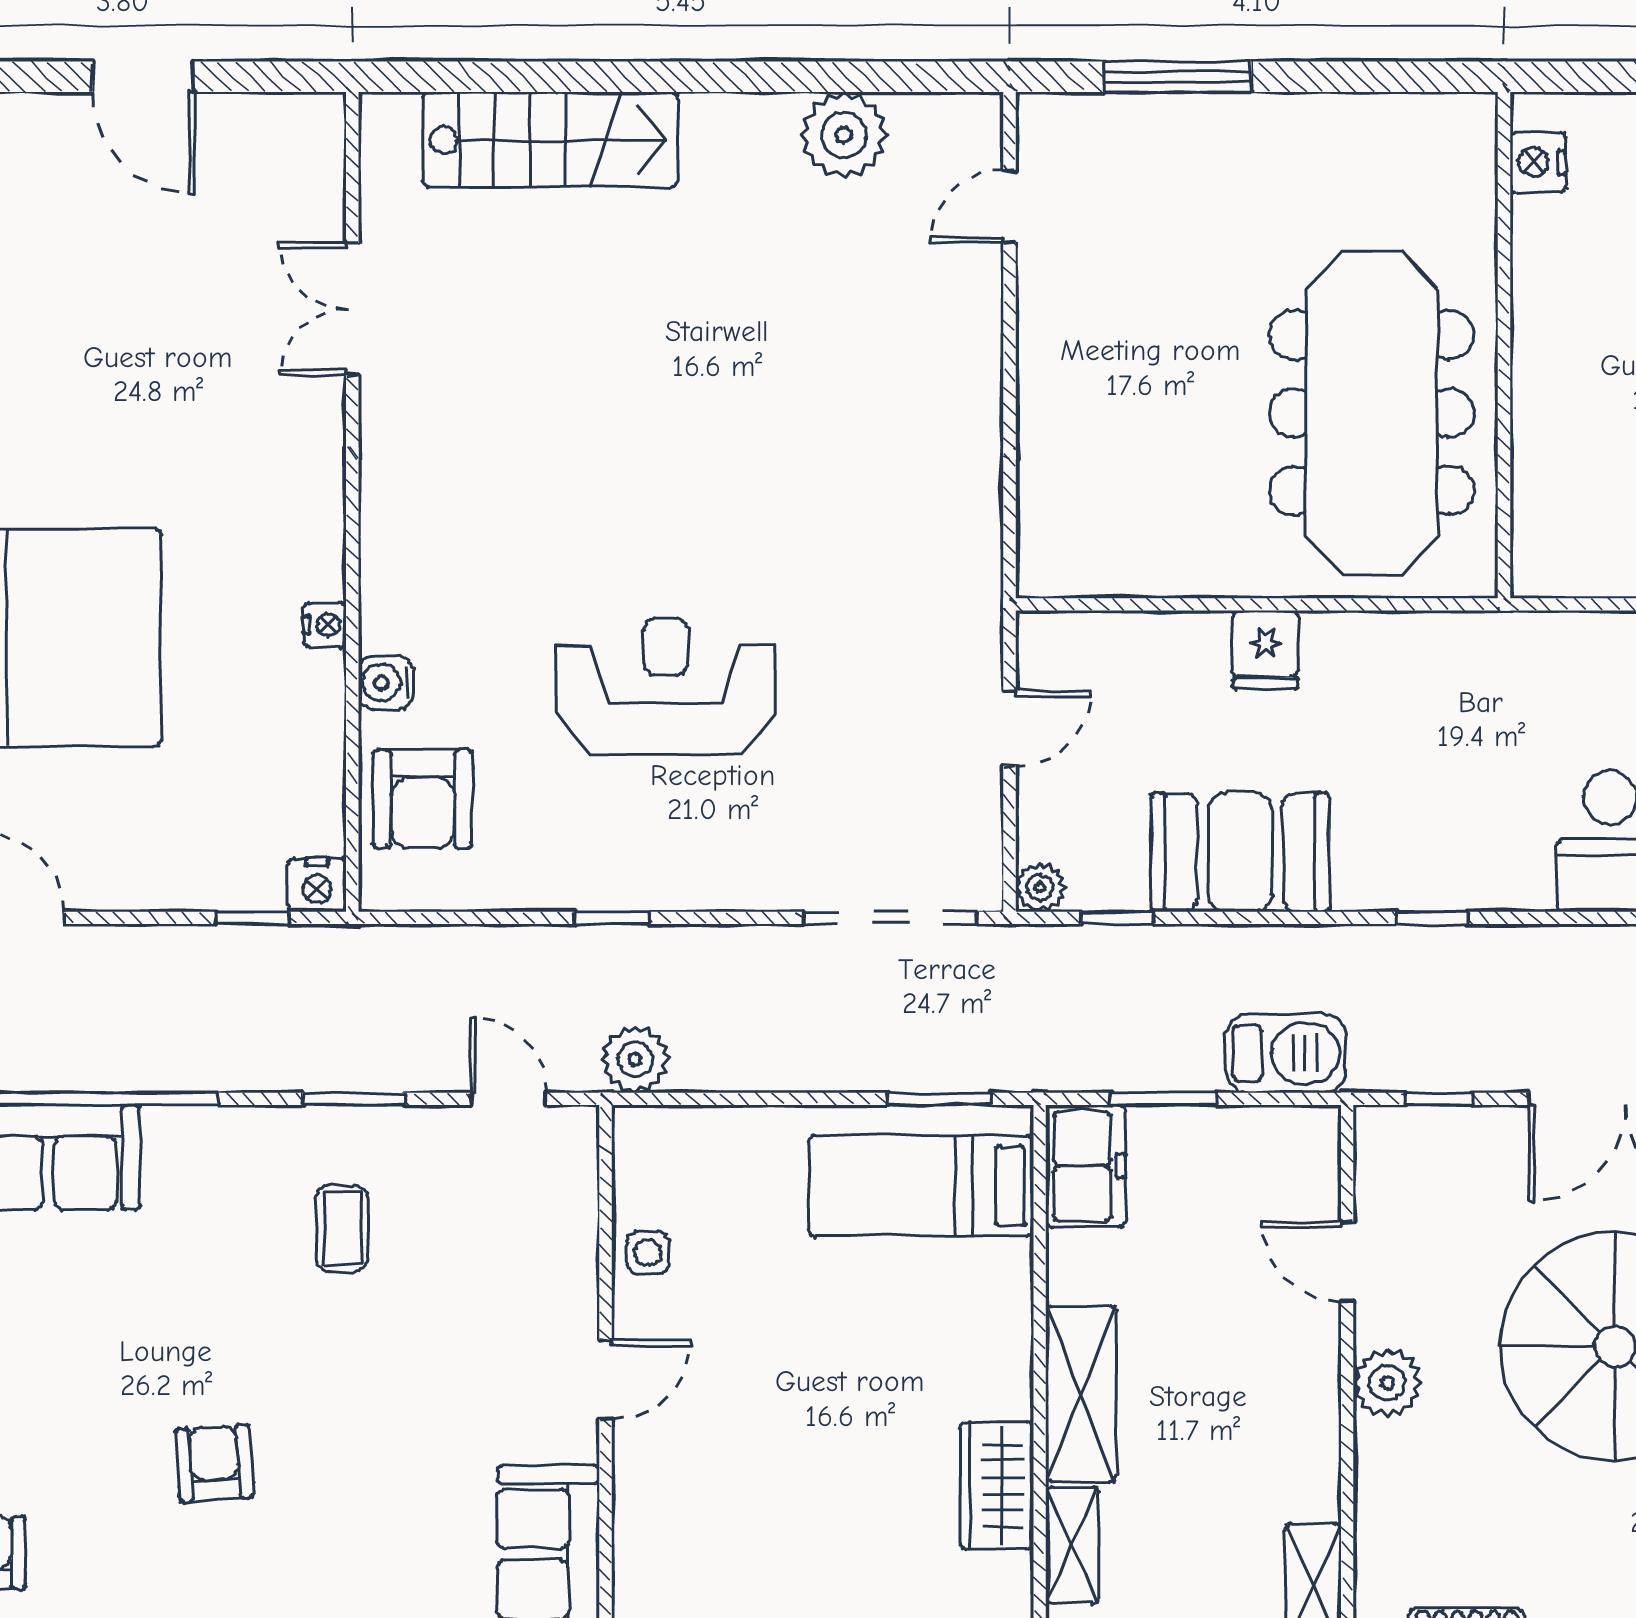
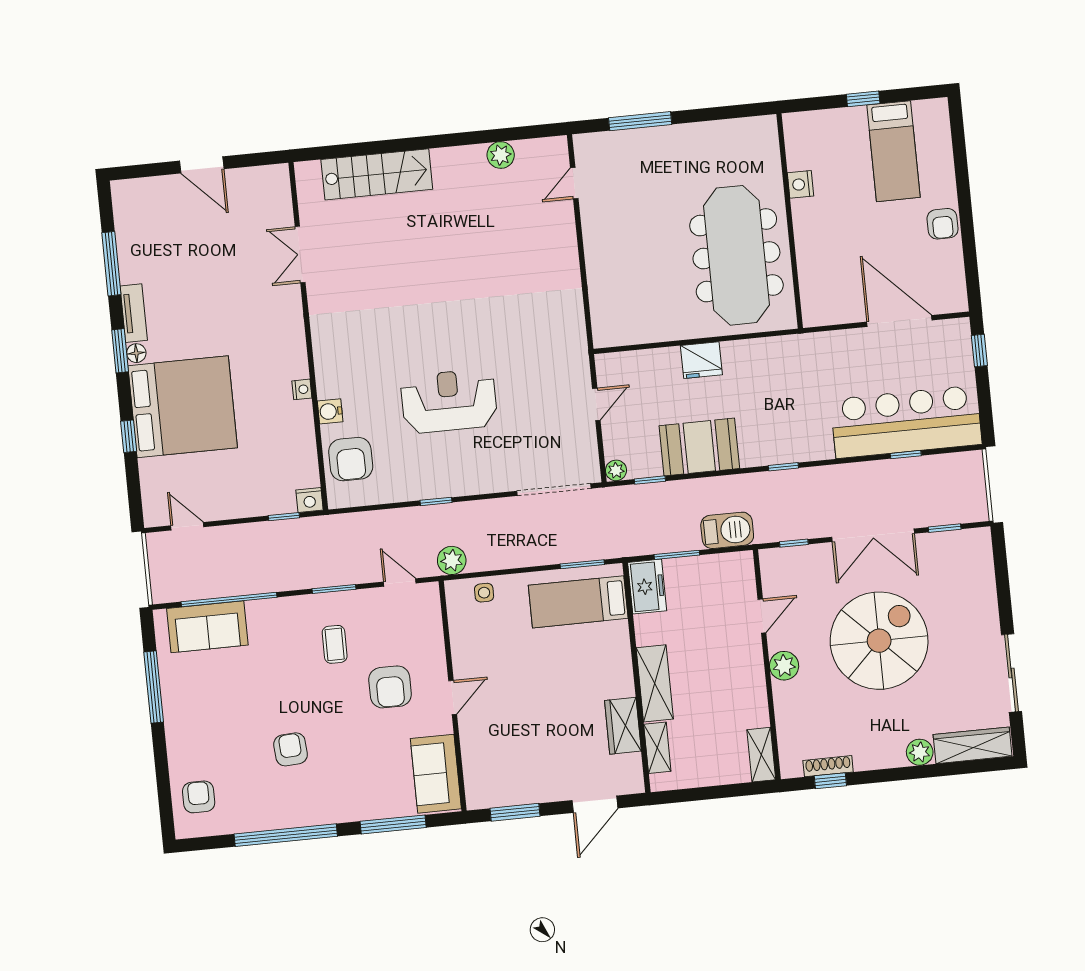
plant: (844, 135) -> (501, 155), width x0.73, depth x0.73
nightstand: (1538, 163) -> (800, 184), moved
fridge: (1265, 650) -> (701, 360), width x1.38
side table: (648, 1253) -> (484, 593), moved
door: (1347, 1261) -> (762, 616), swing flipped
armchair: (462, 1341) -> (390, 687), added

